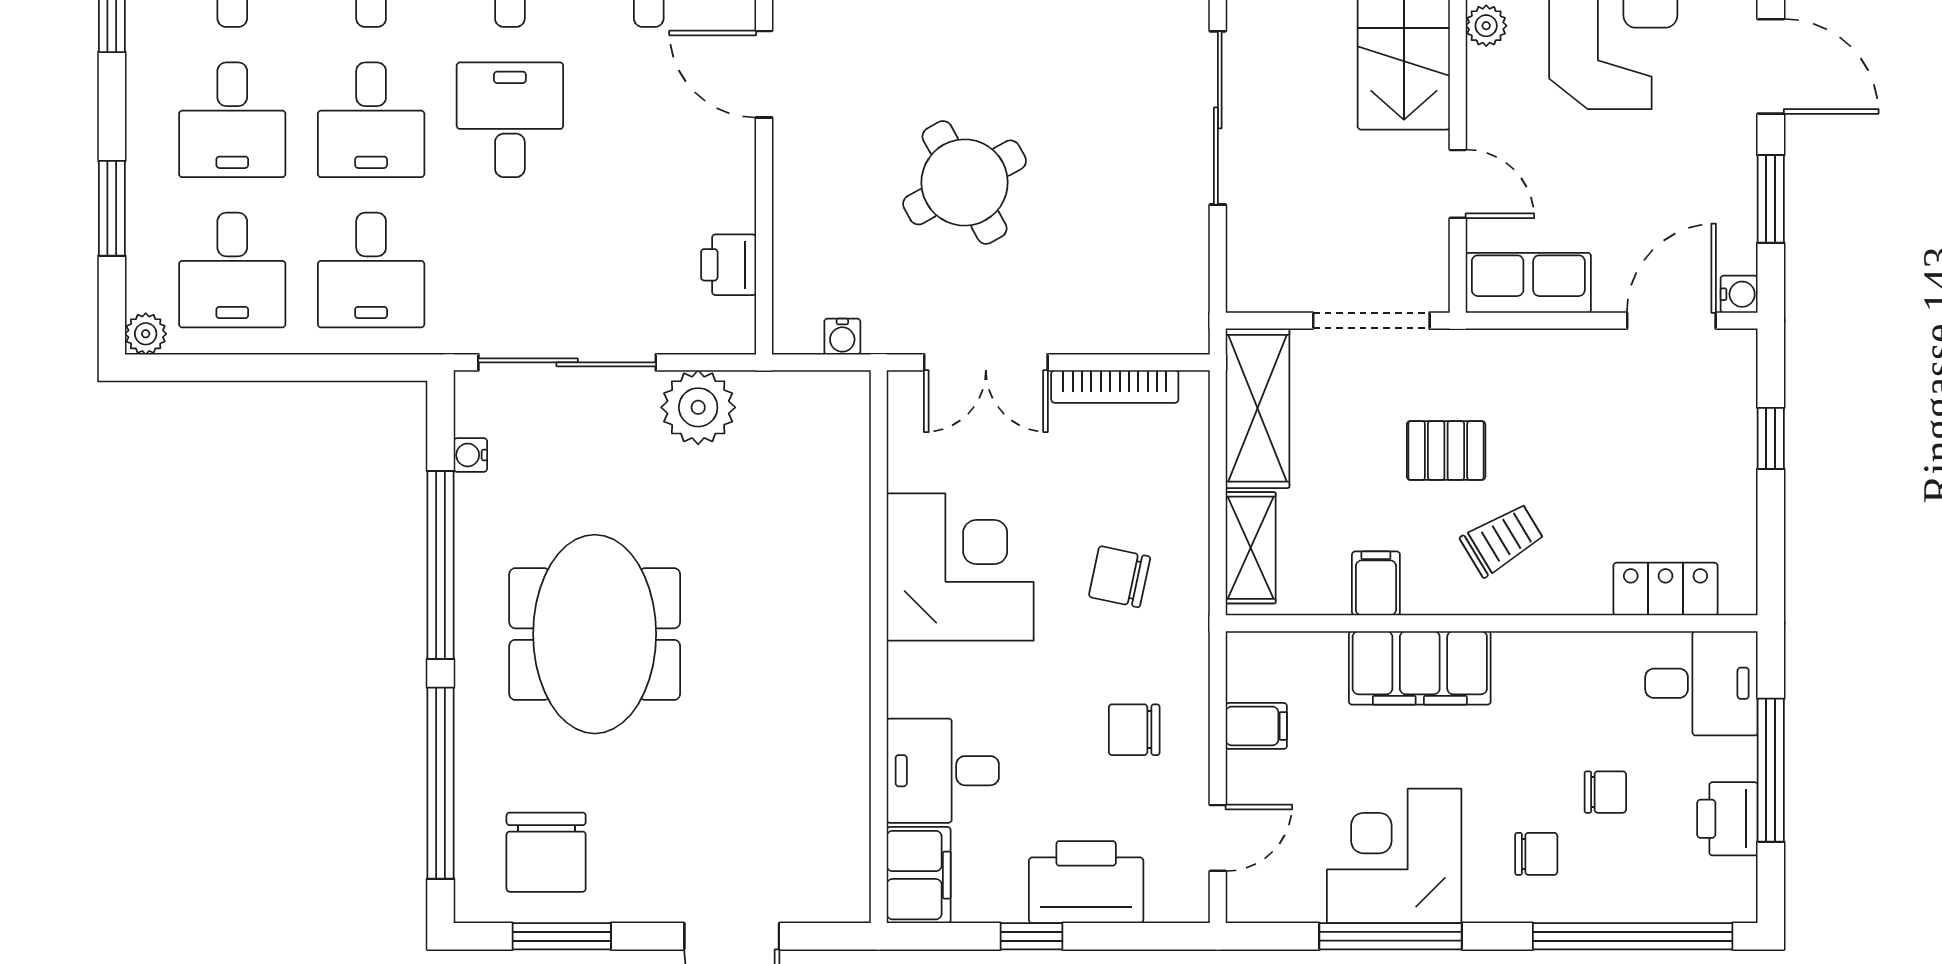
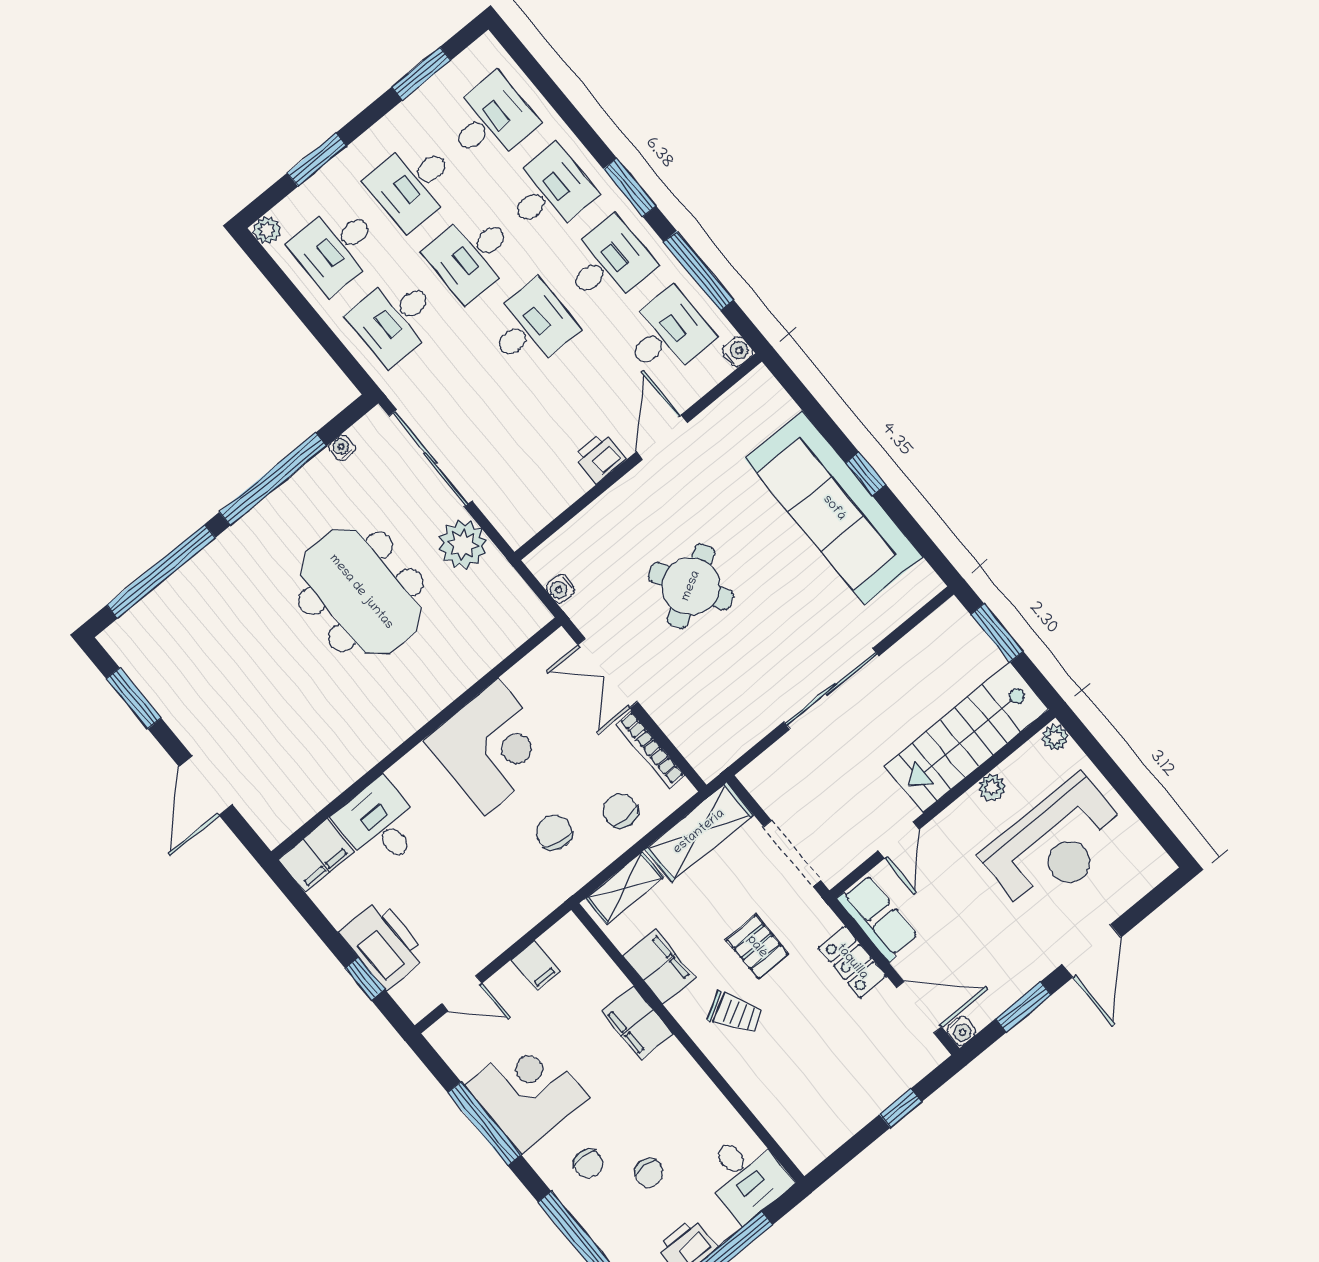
printer: (729, 265) -> (600, 458), moved
filing cabinet: (1376, 583) -> (659, 967), width x2.00
locker: (1666, 589) -> (852, 962), moved, turned 180
meeting table: (595, 634) -> (361, 592), moved, turned 90
filing cabinet: (1420, 668) -> (637, 1023), width x0.67, depth x0.86
chair: (1134, 730) -> (620, 811), moved
chair: (546, 852) -> (170, 655), removed
window: (1031, 936) -> (365, 979), moved

